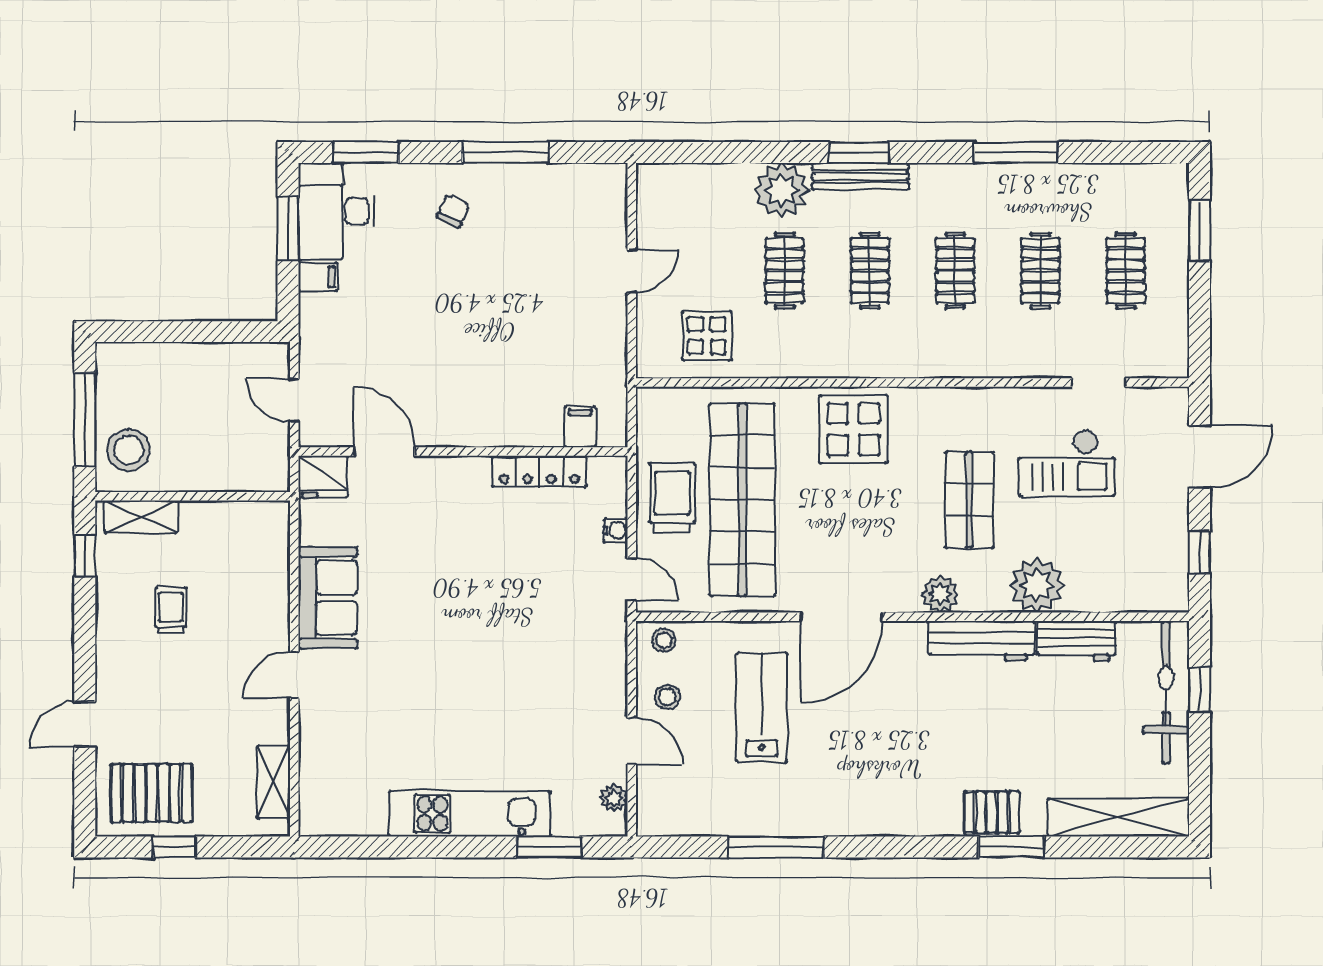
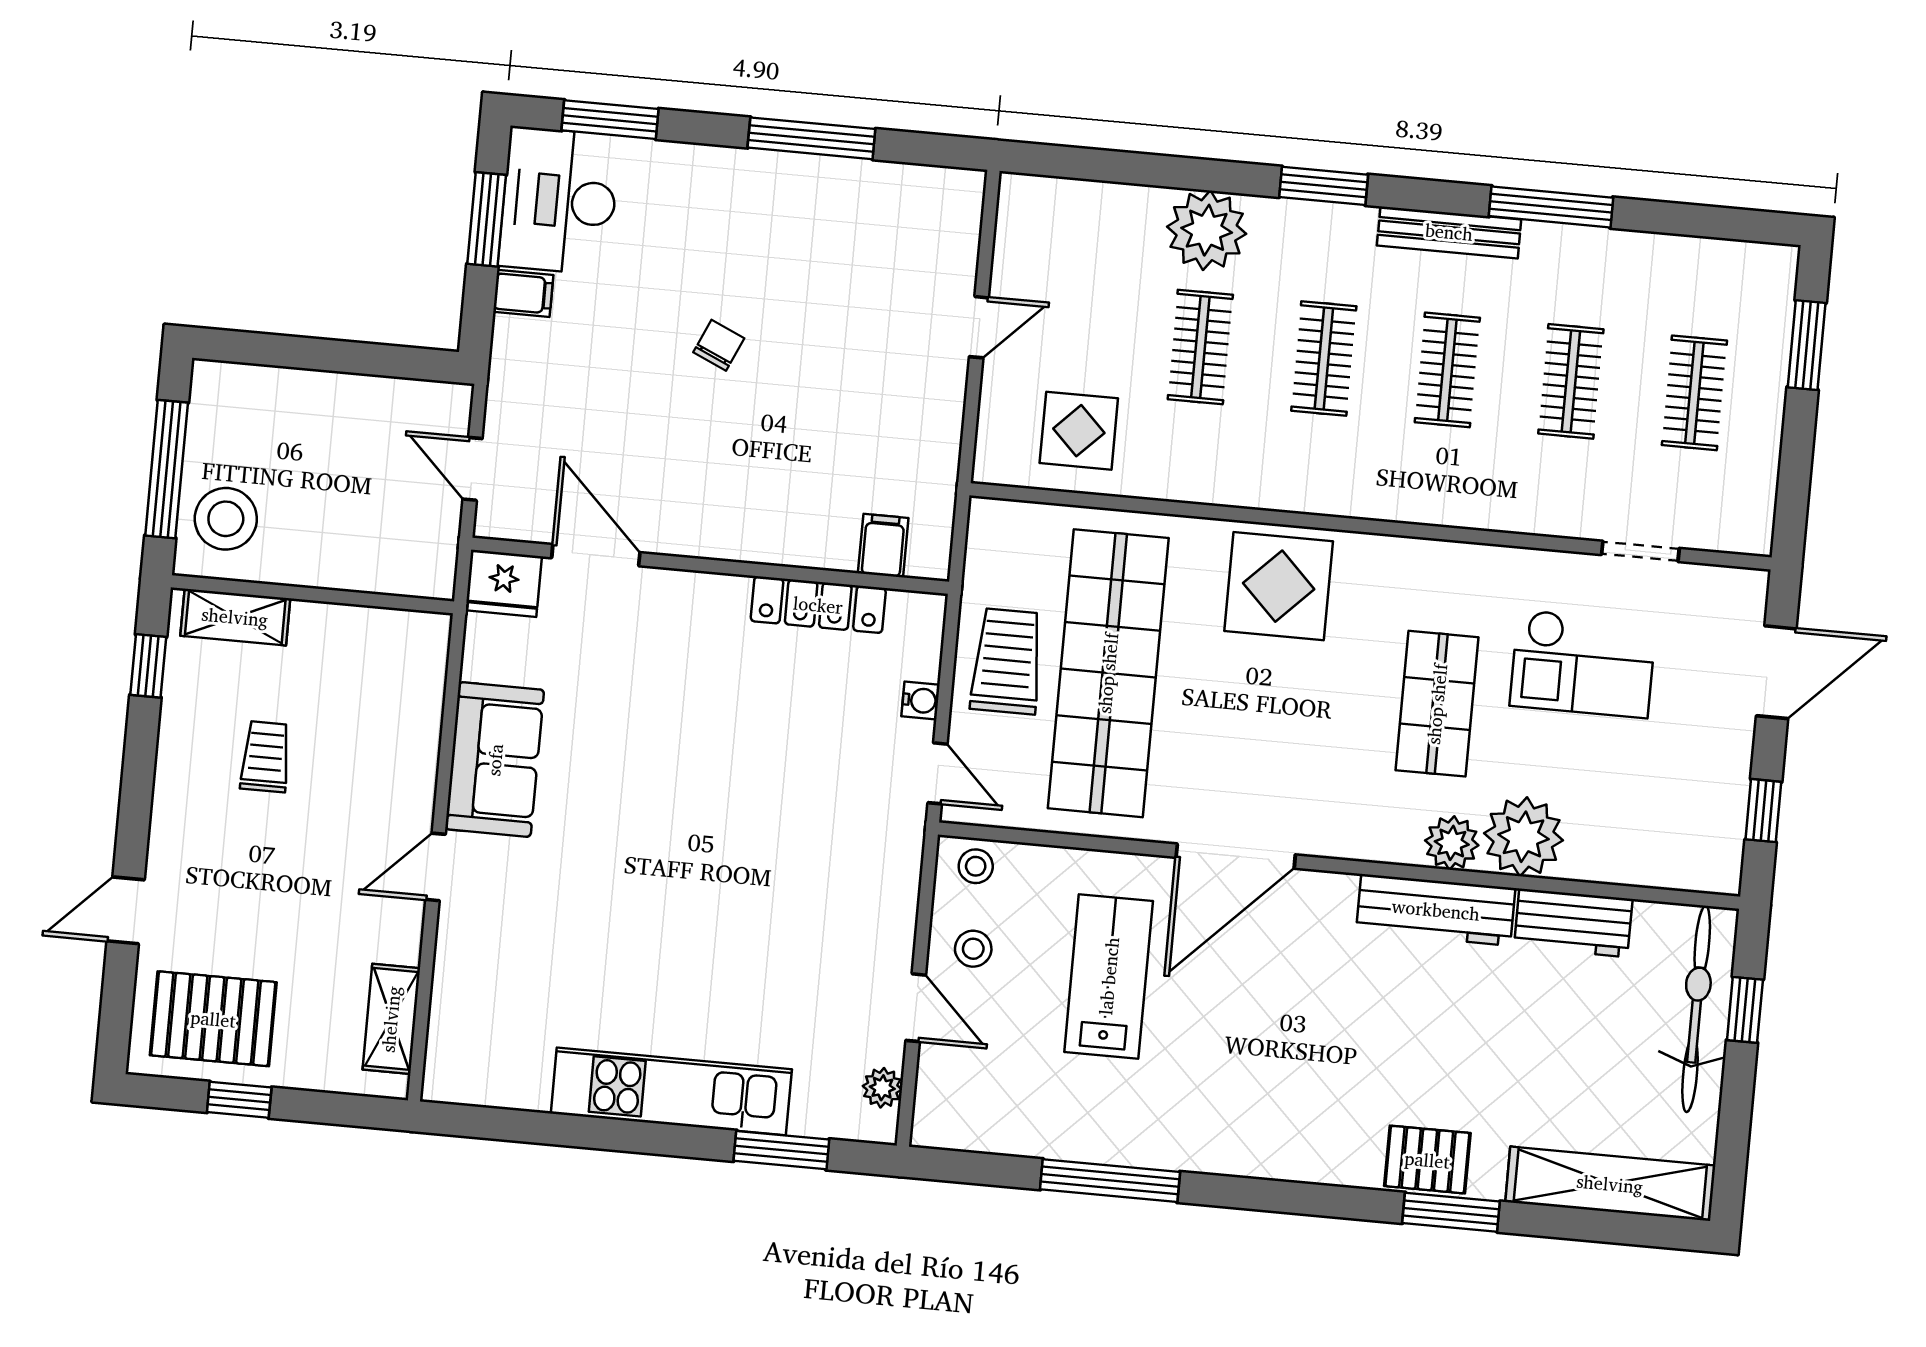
bench: (860, 176) -> (1449, 232), moved
chair: (453, 211) -> (719, 345), moved
plant: (940, 594) -> (1452, 843), moved

